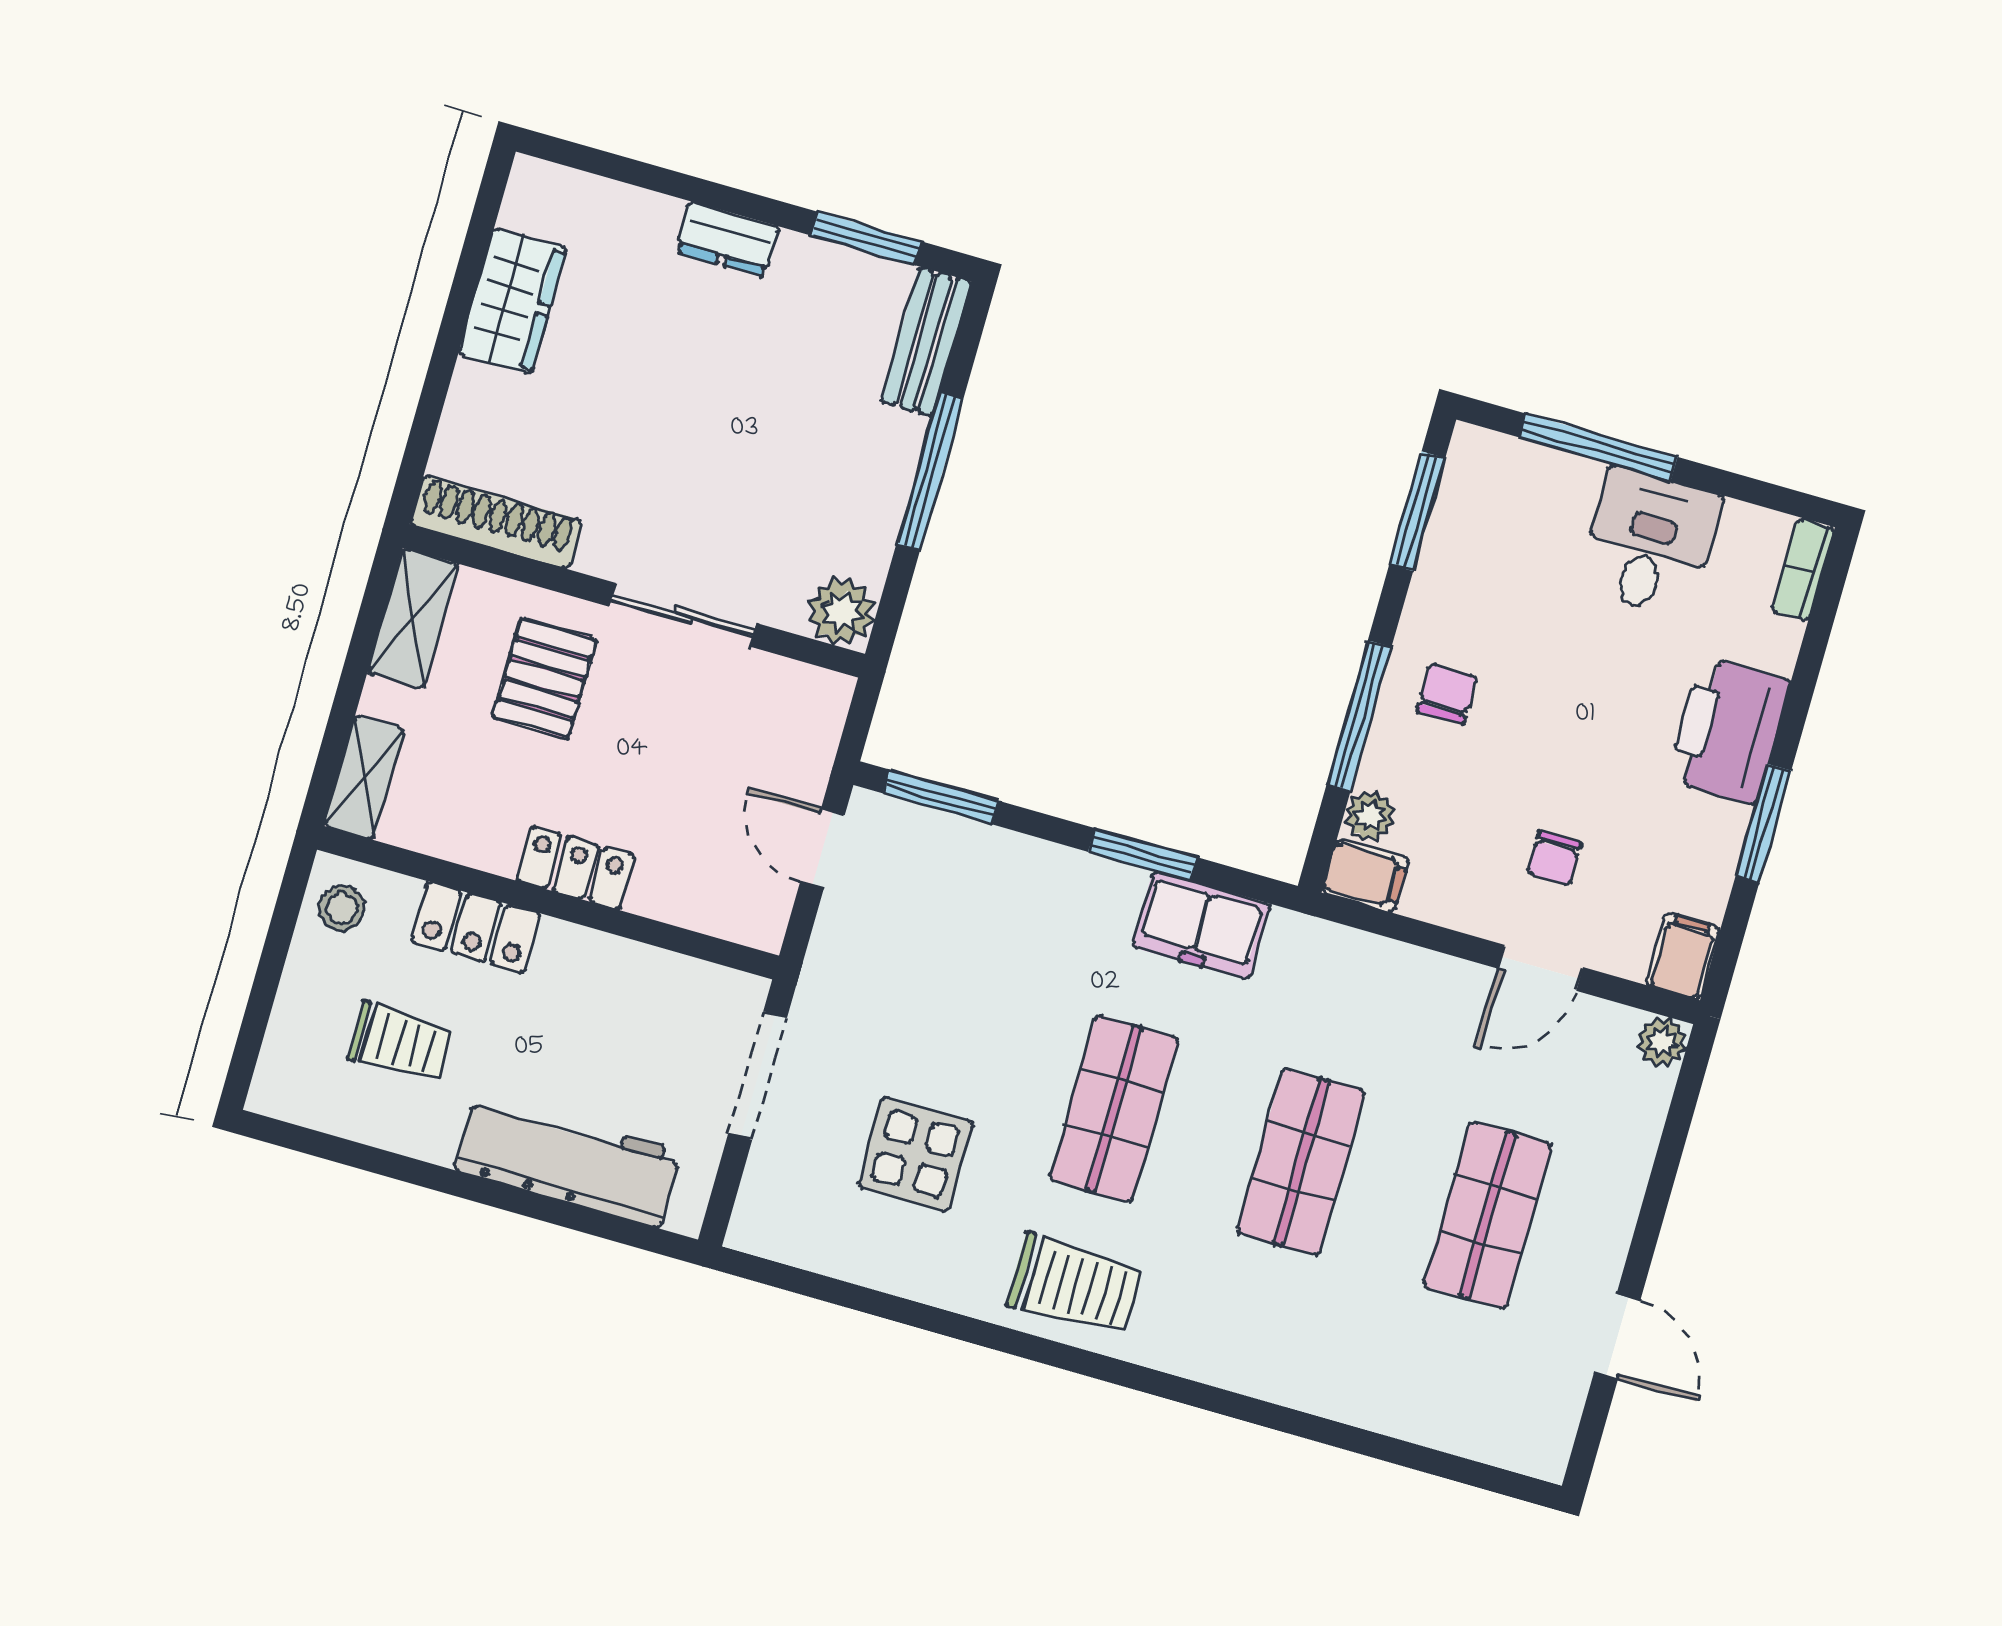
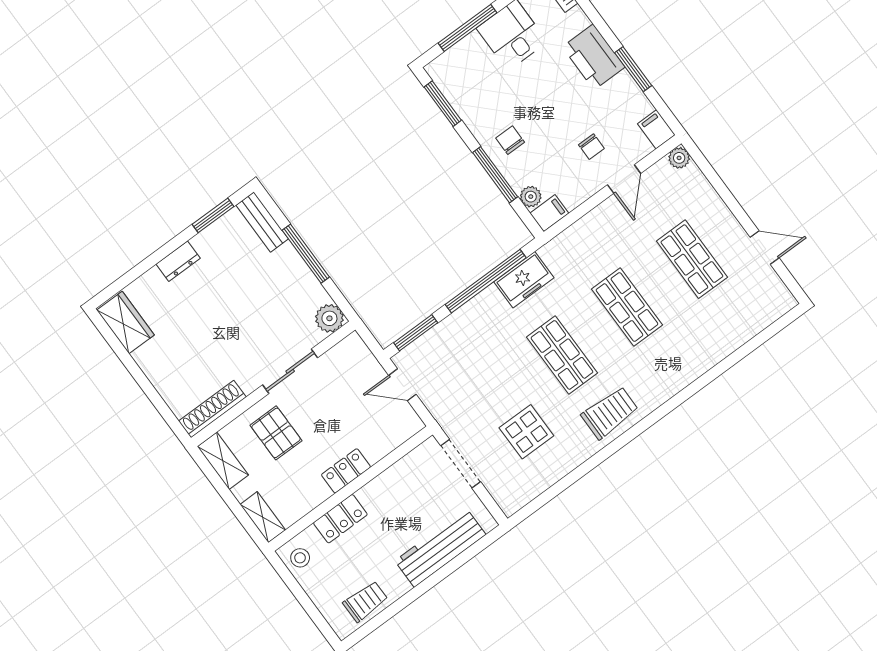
wardrobe: (513, 301) -> (125, 323), moved
window: (1143, 854) -> (486, 281), width x2.11
trolley: (400, 1042) -> (365, 601), moved

